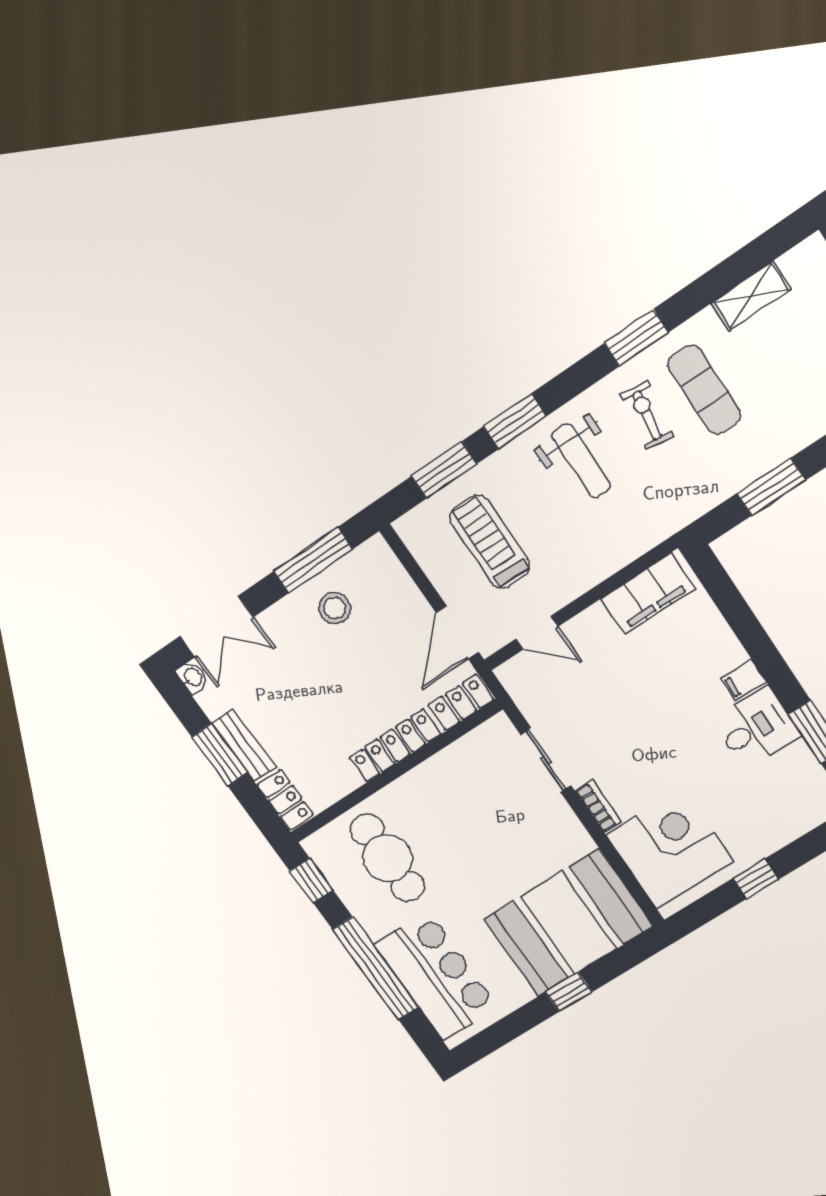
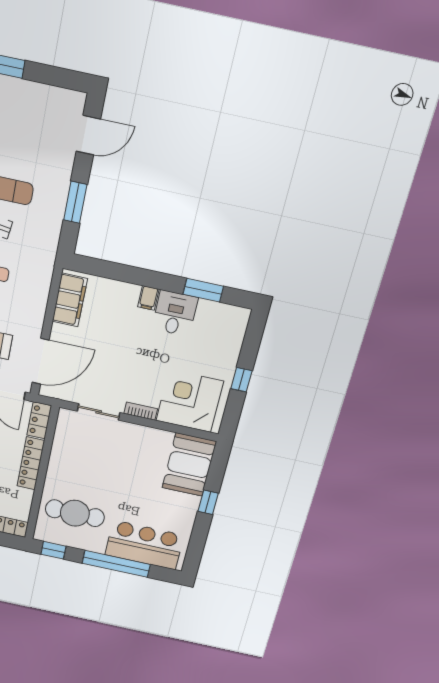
door: (537, 633) -> (41, 361), width x1.88
booth: (568, 923) -> (189, 465), width x0.73, depth x0.70

